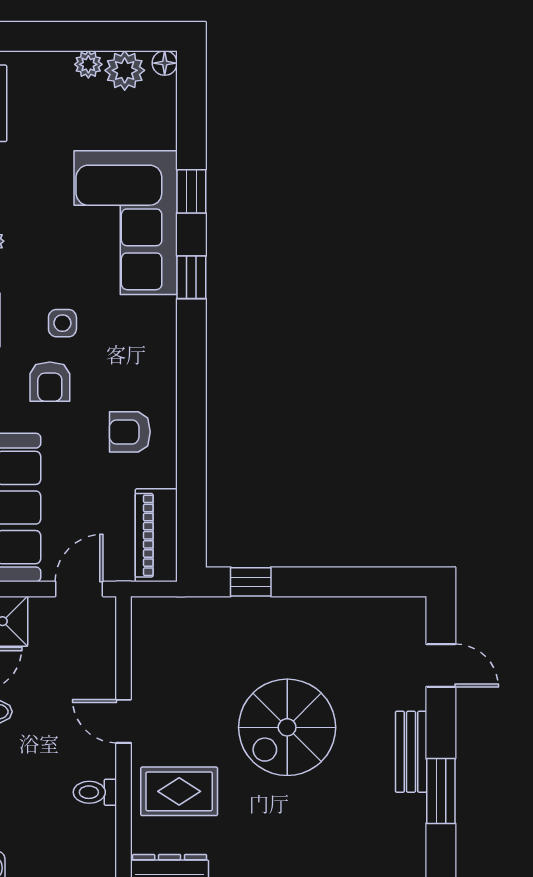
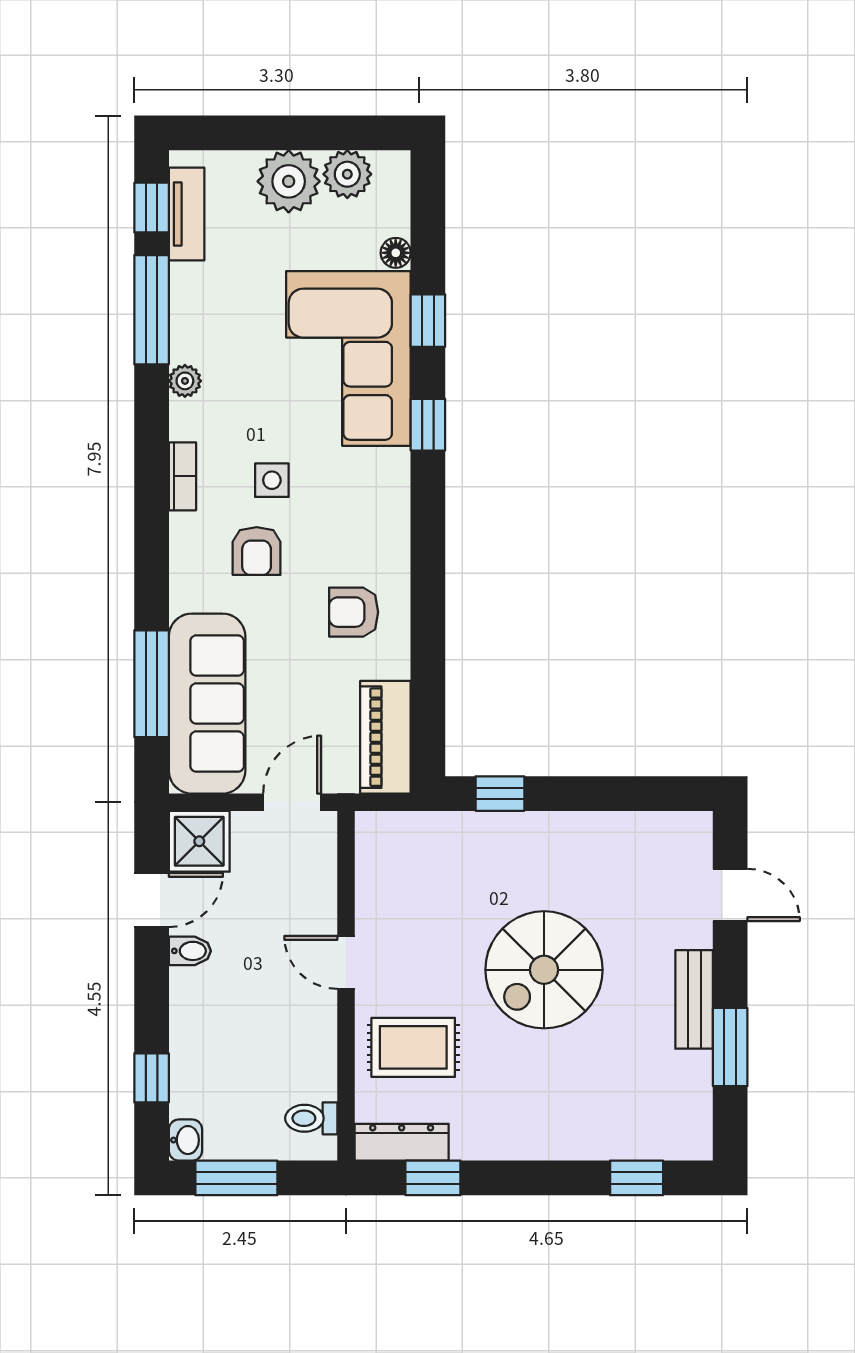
floor lamp: (165, 63) -> (396, 253), moved
plant: (88, 64) -> (289, 181), width x1.87, depth x1.87
toilet: (95, 792) -> (311, 1118), moved

